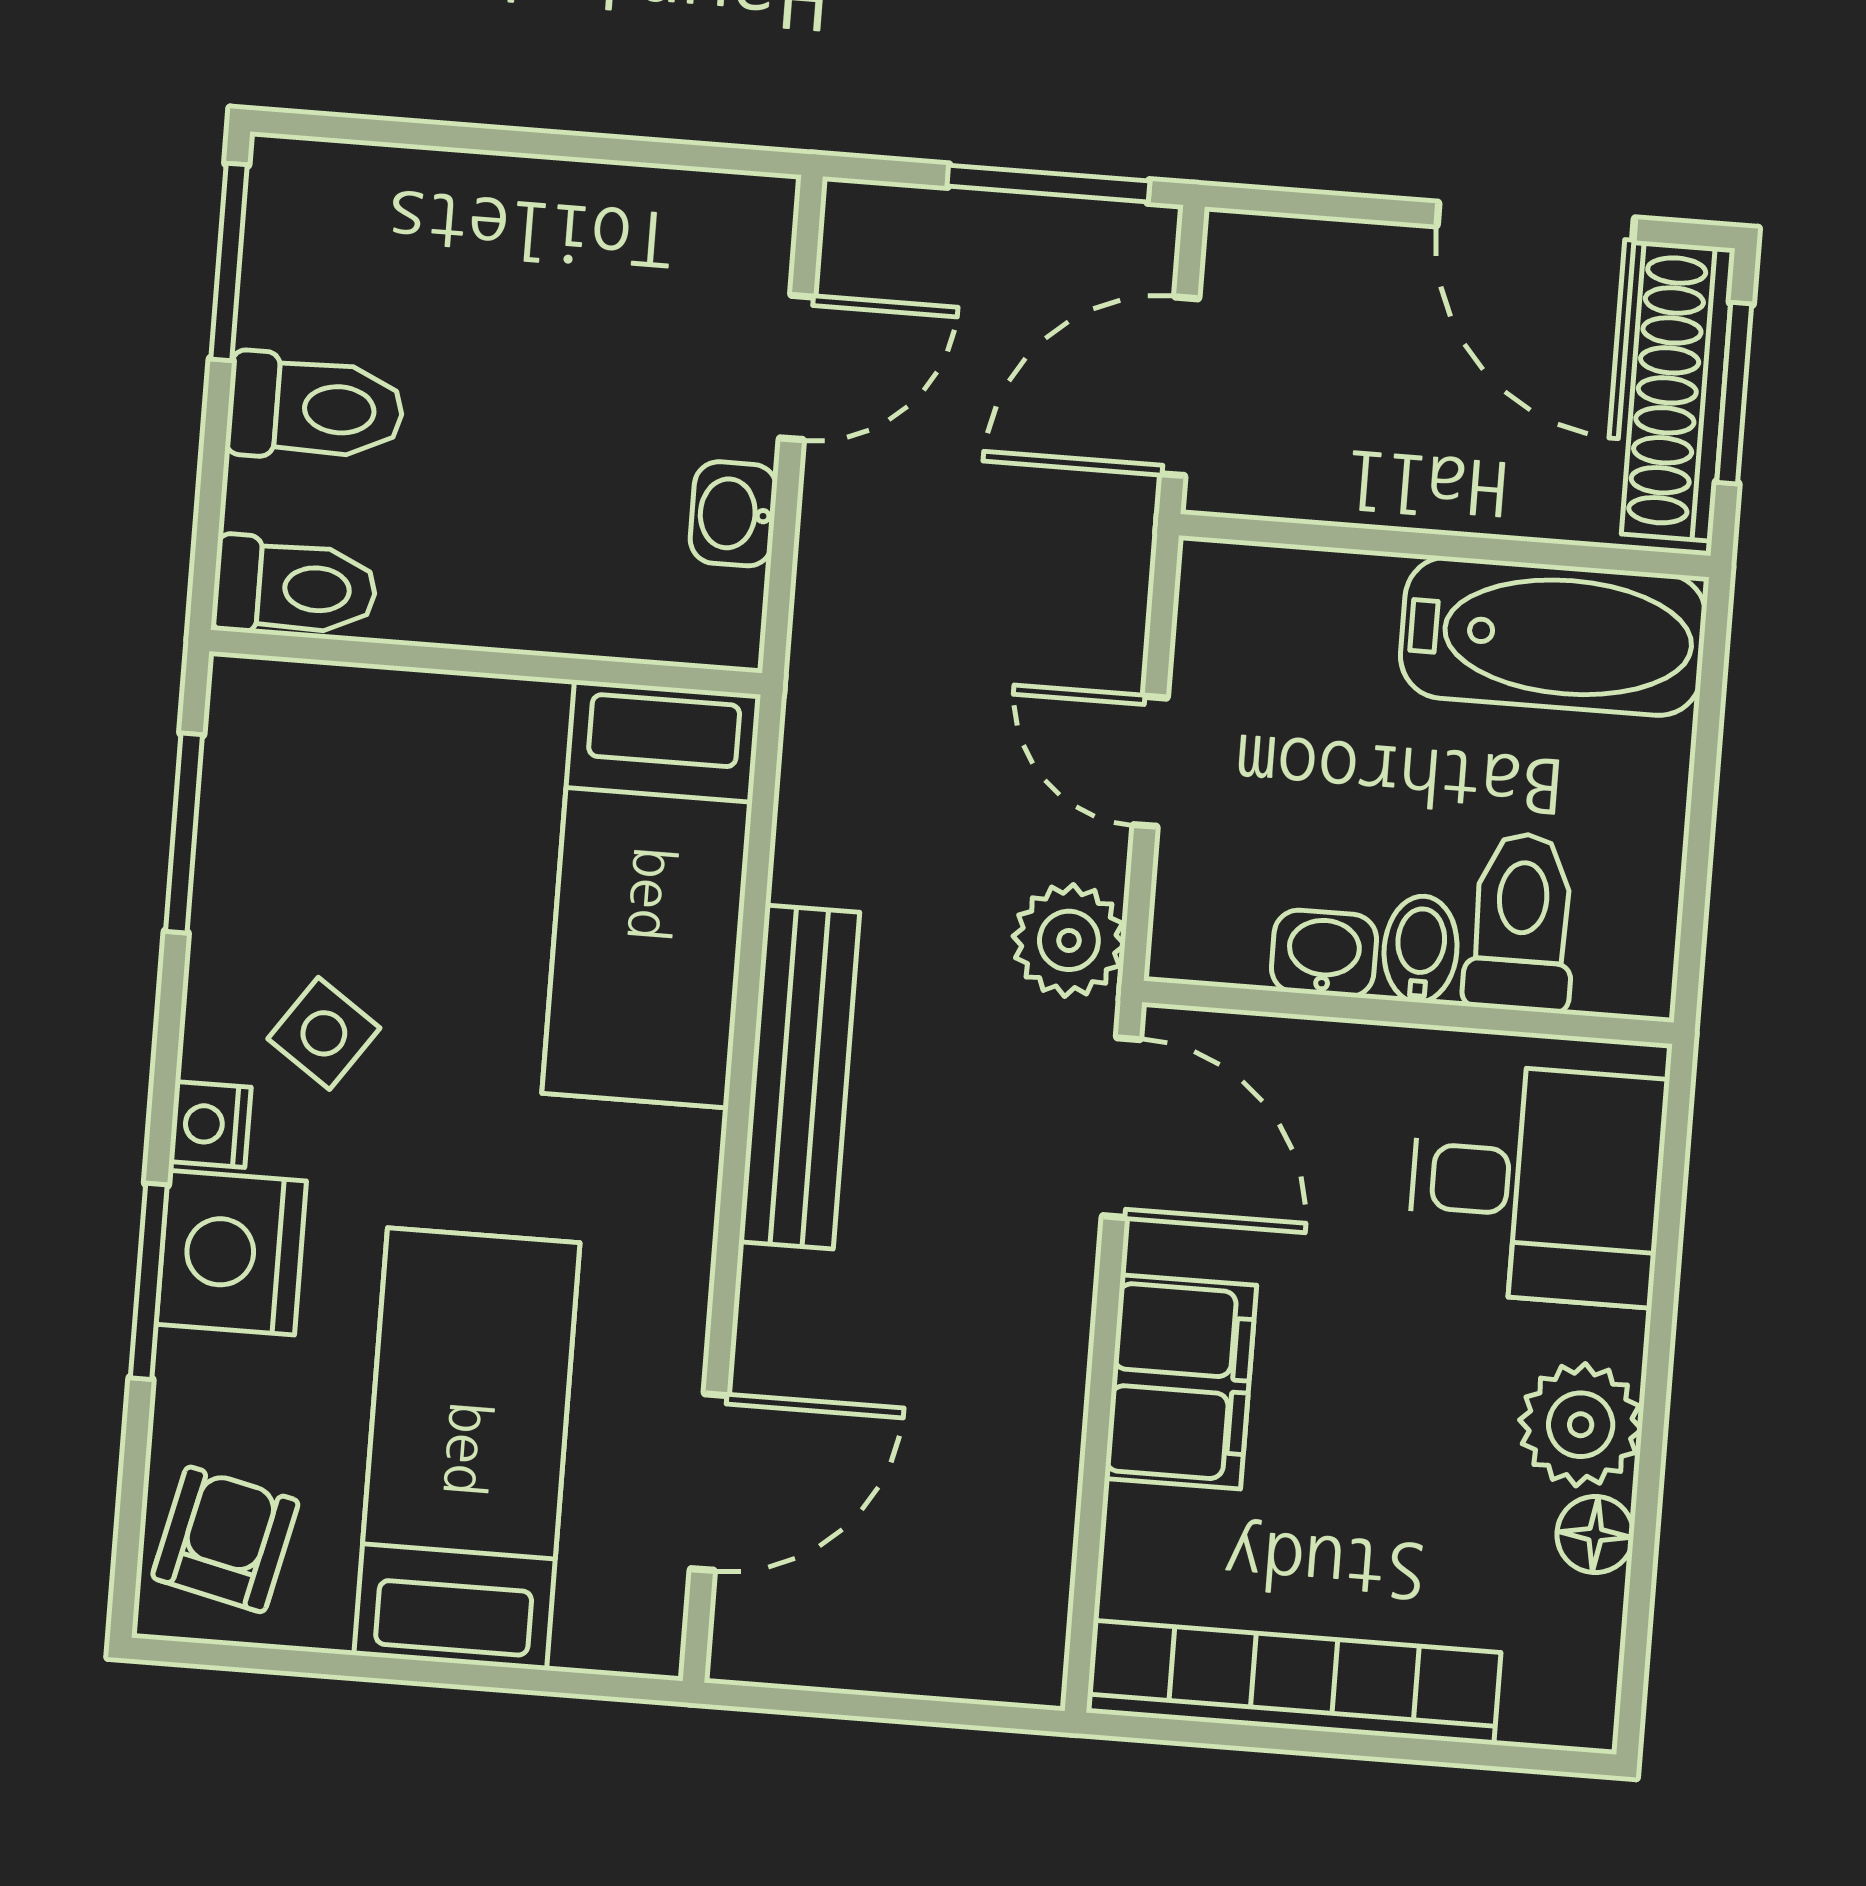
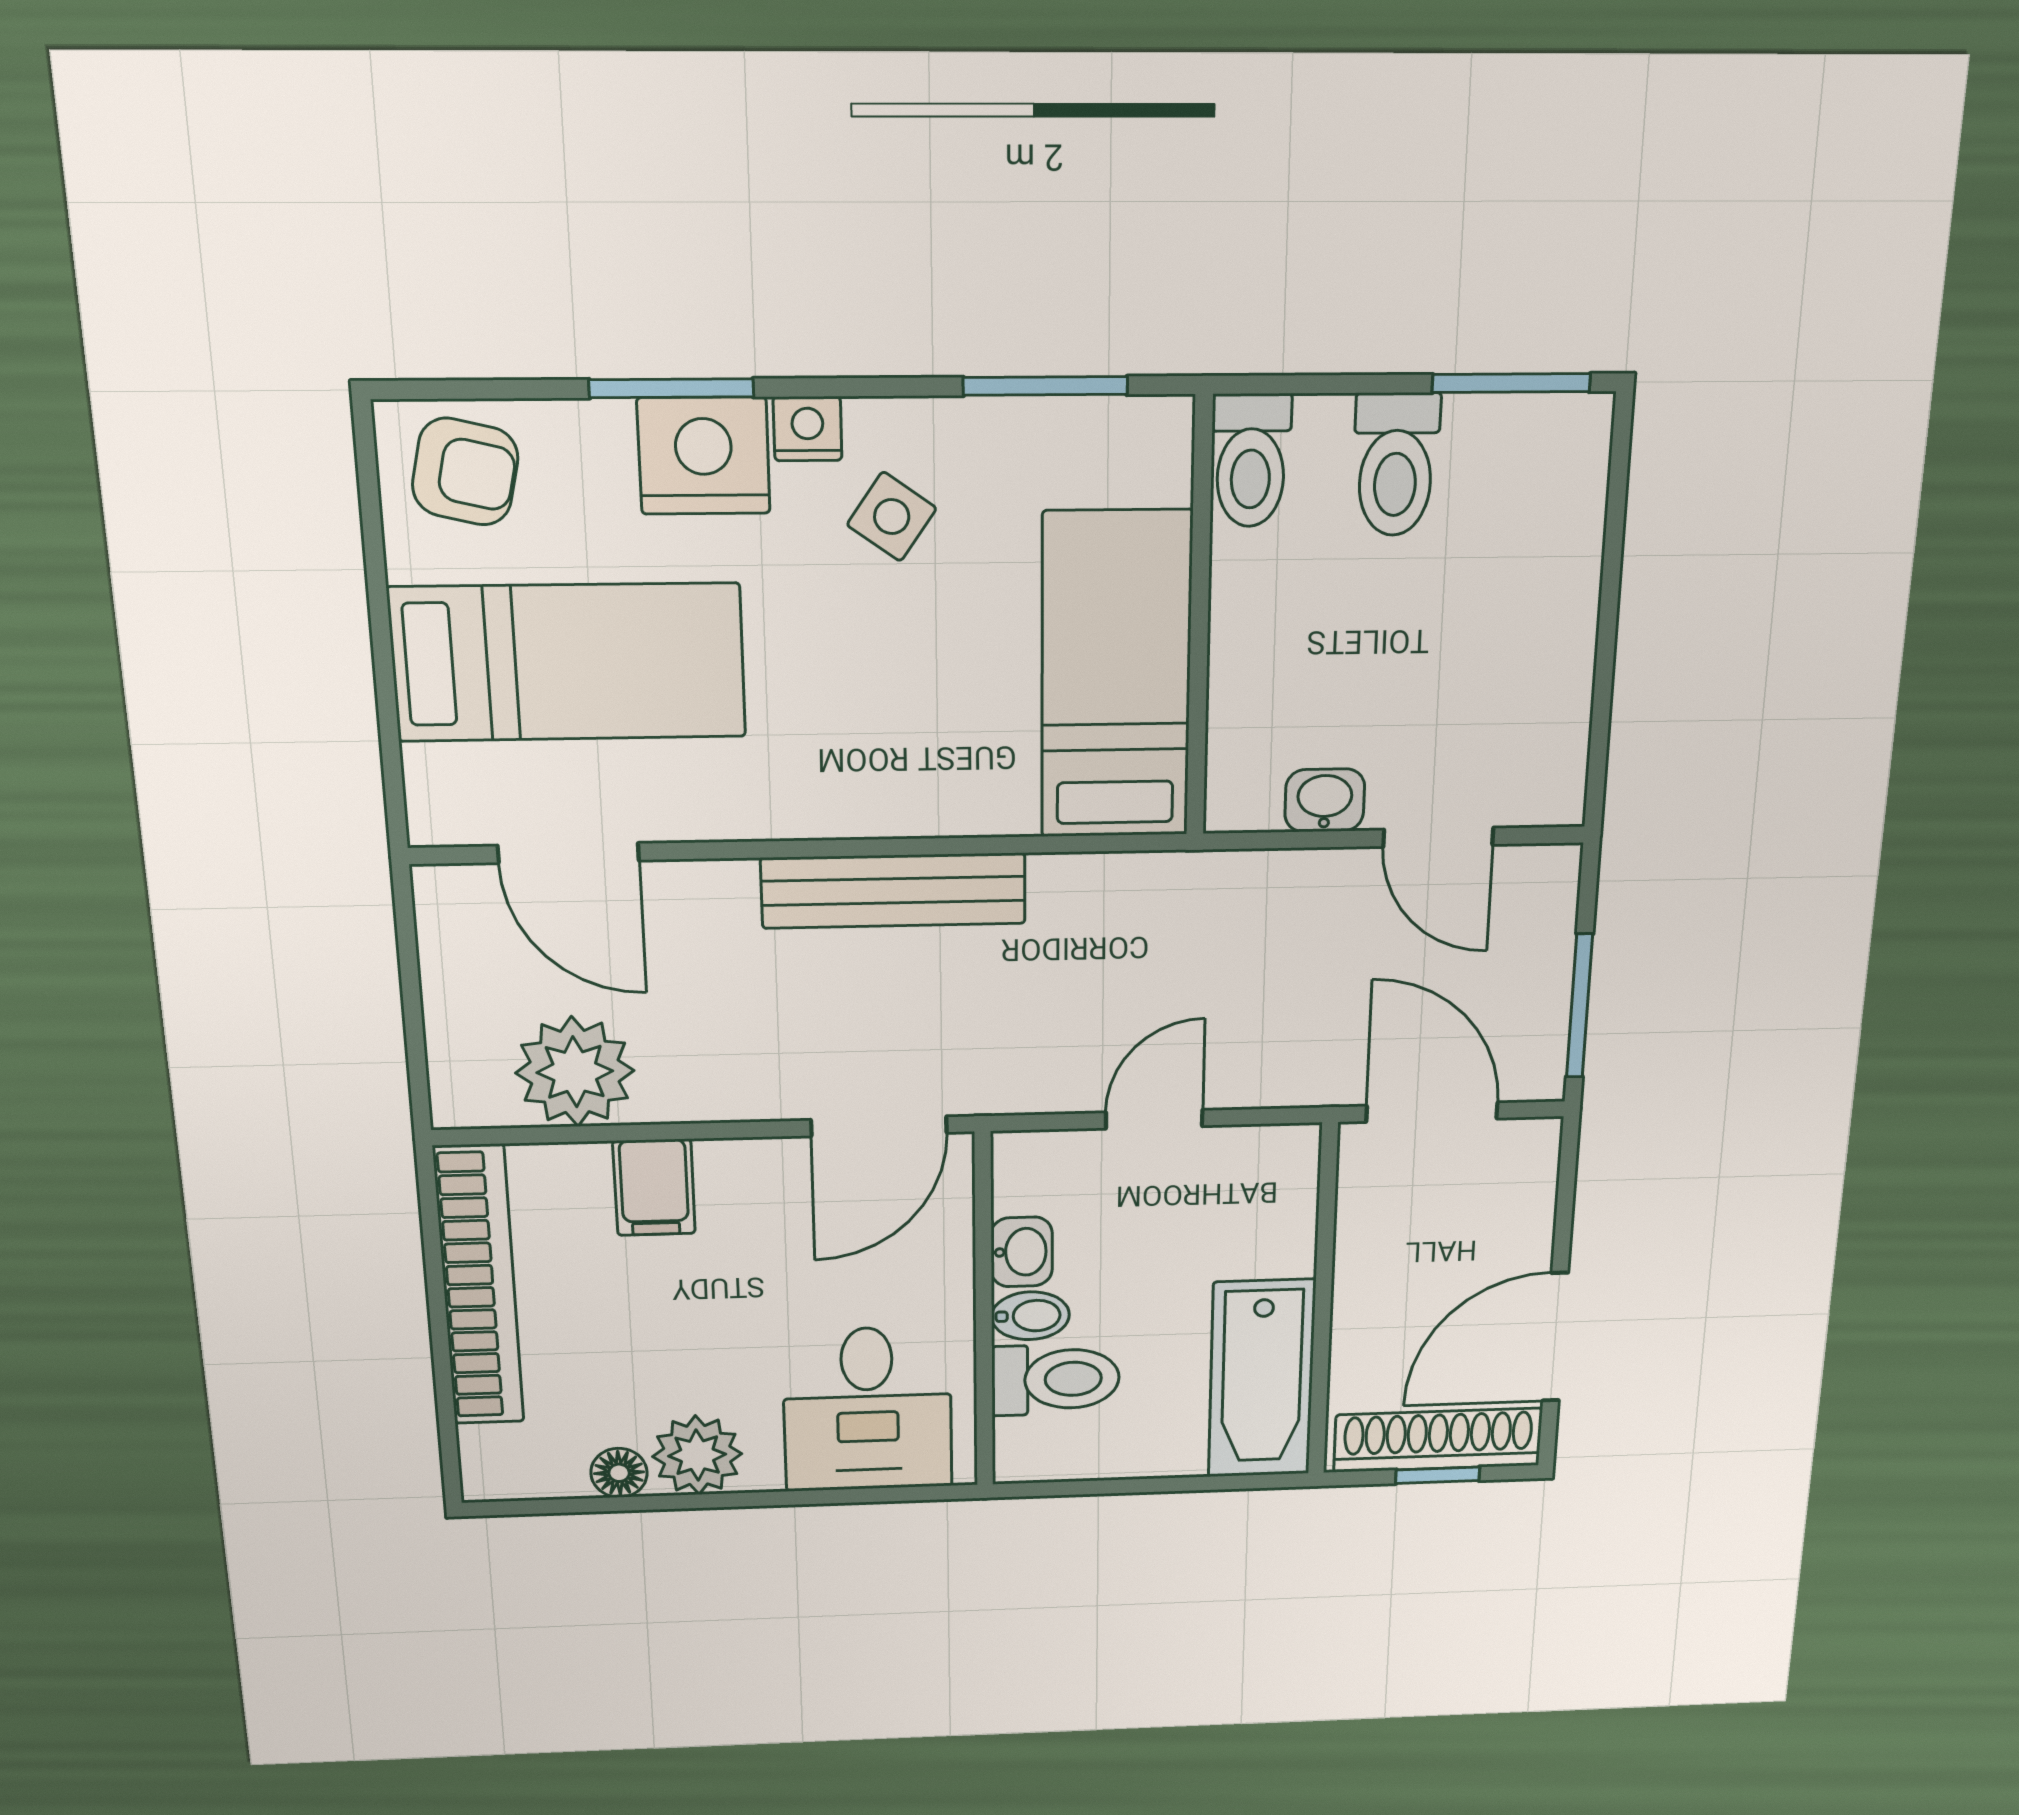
window: (1734, 393) -> (1438, 1475), width x0.67
bed: (651, 894) -> (1116, 676), moved, turned 90
plant: (1069, 940) -> (575, 1072), moved, width x1.36, depth x1.36
filing cabinet: (1180, 1382) -> (654, 1187), width x0.50

